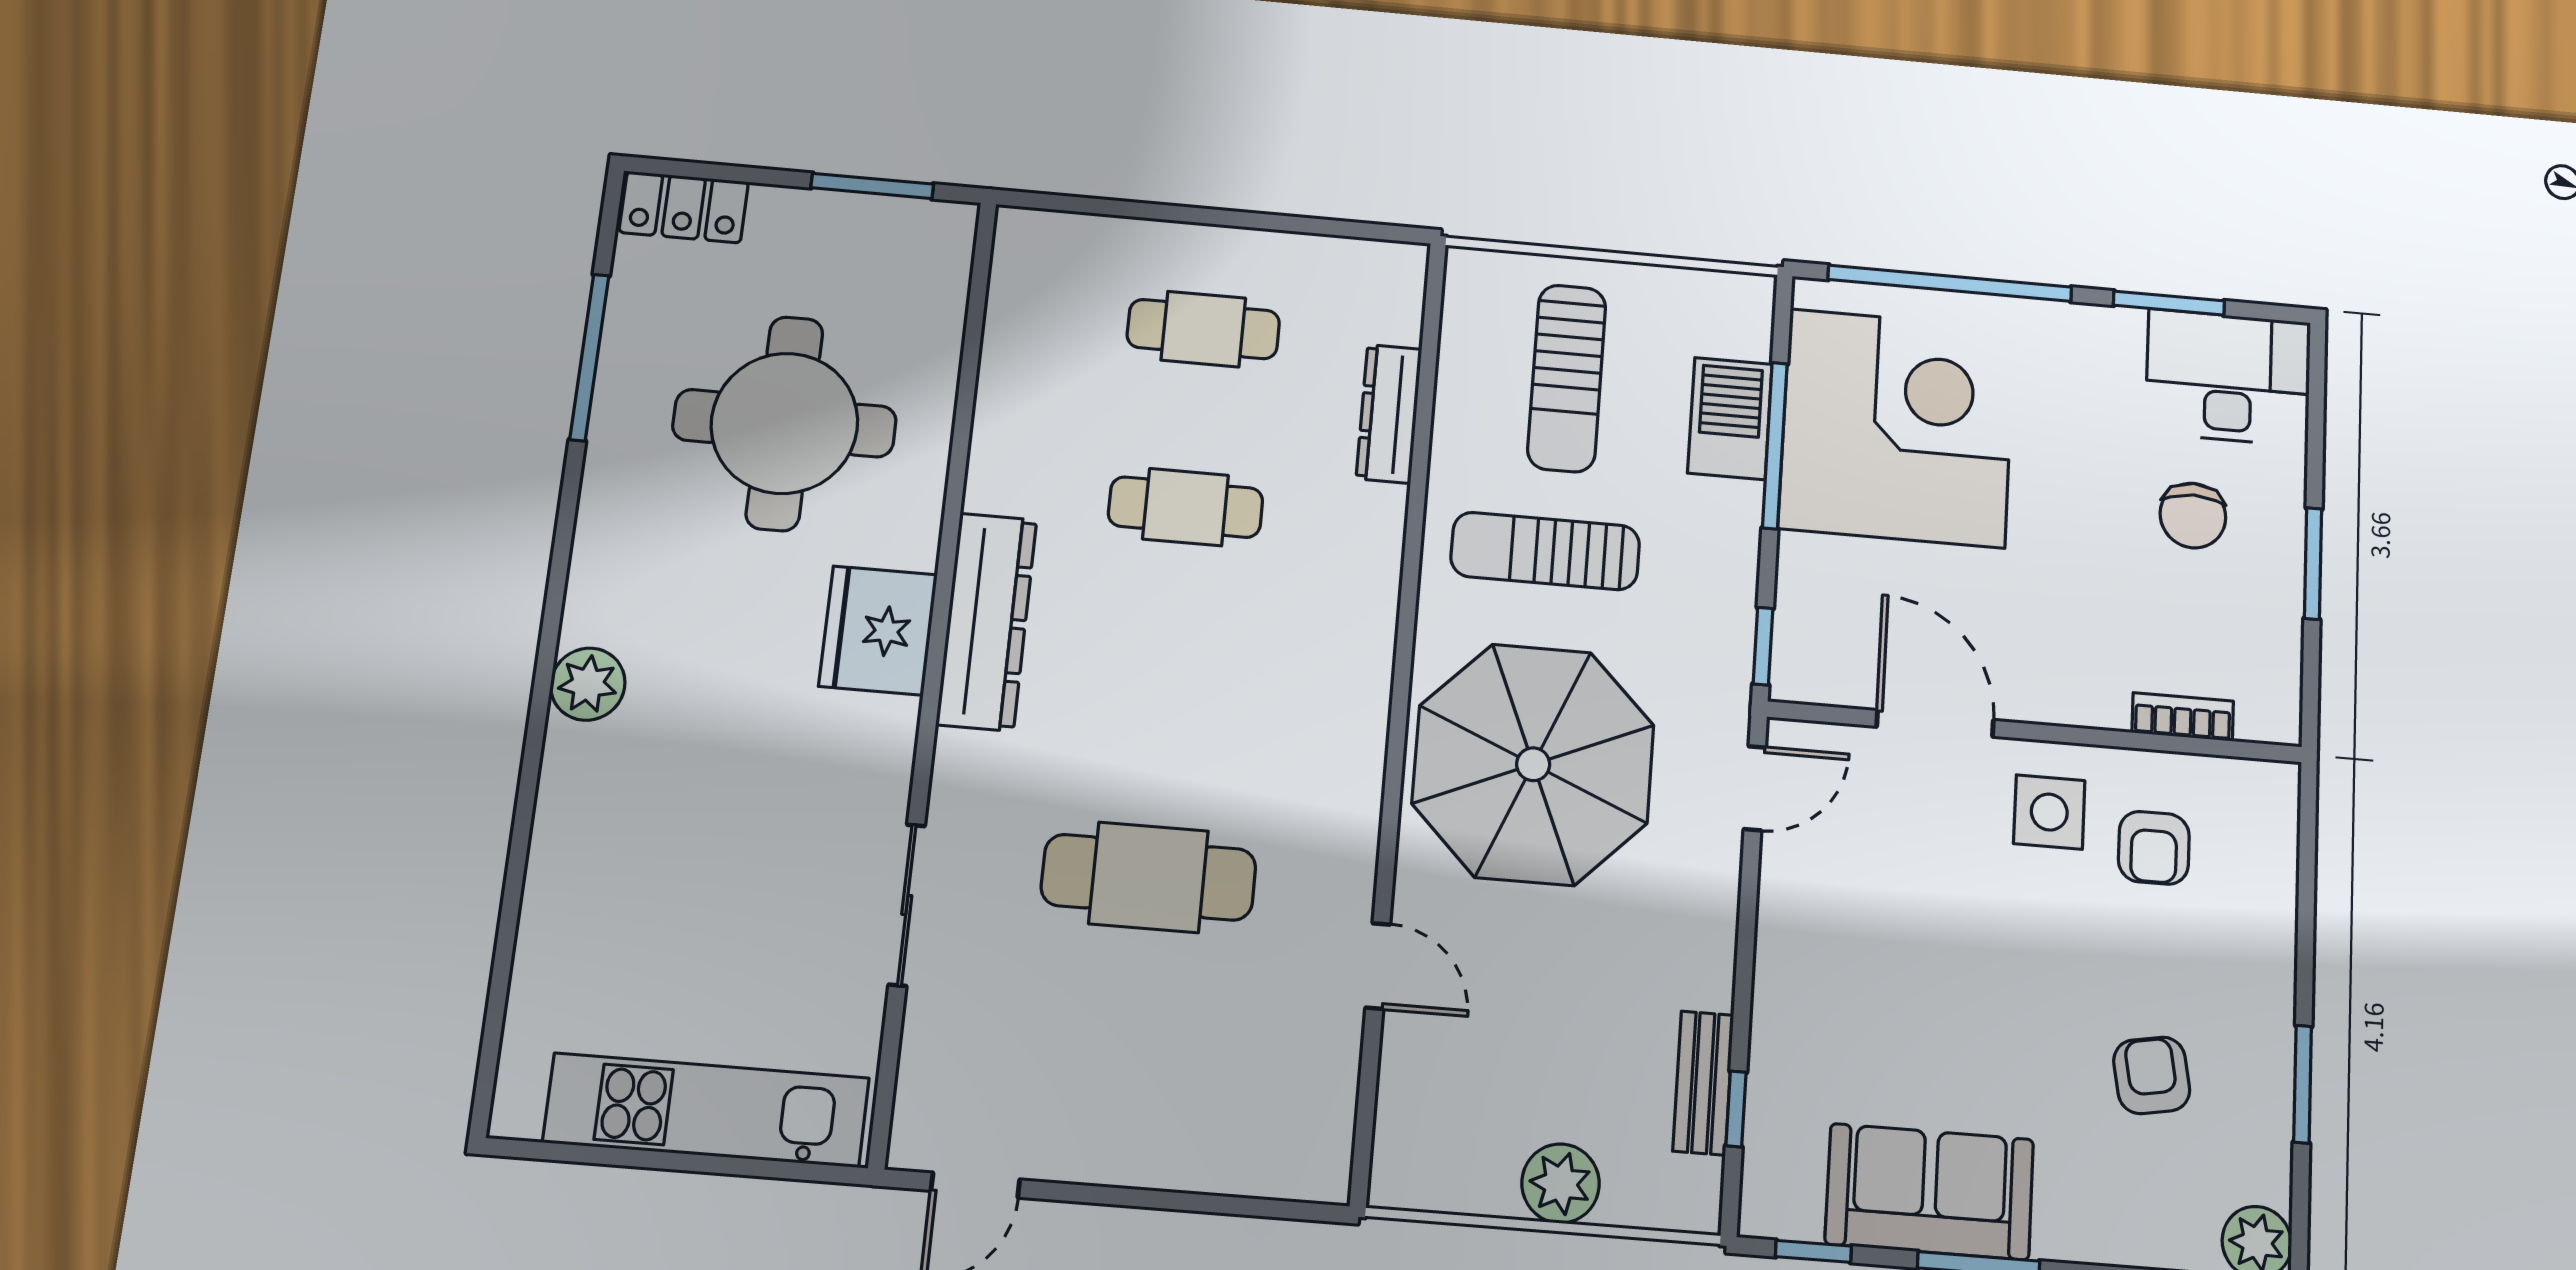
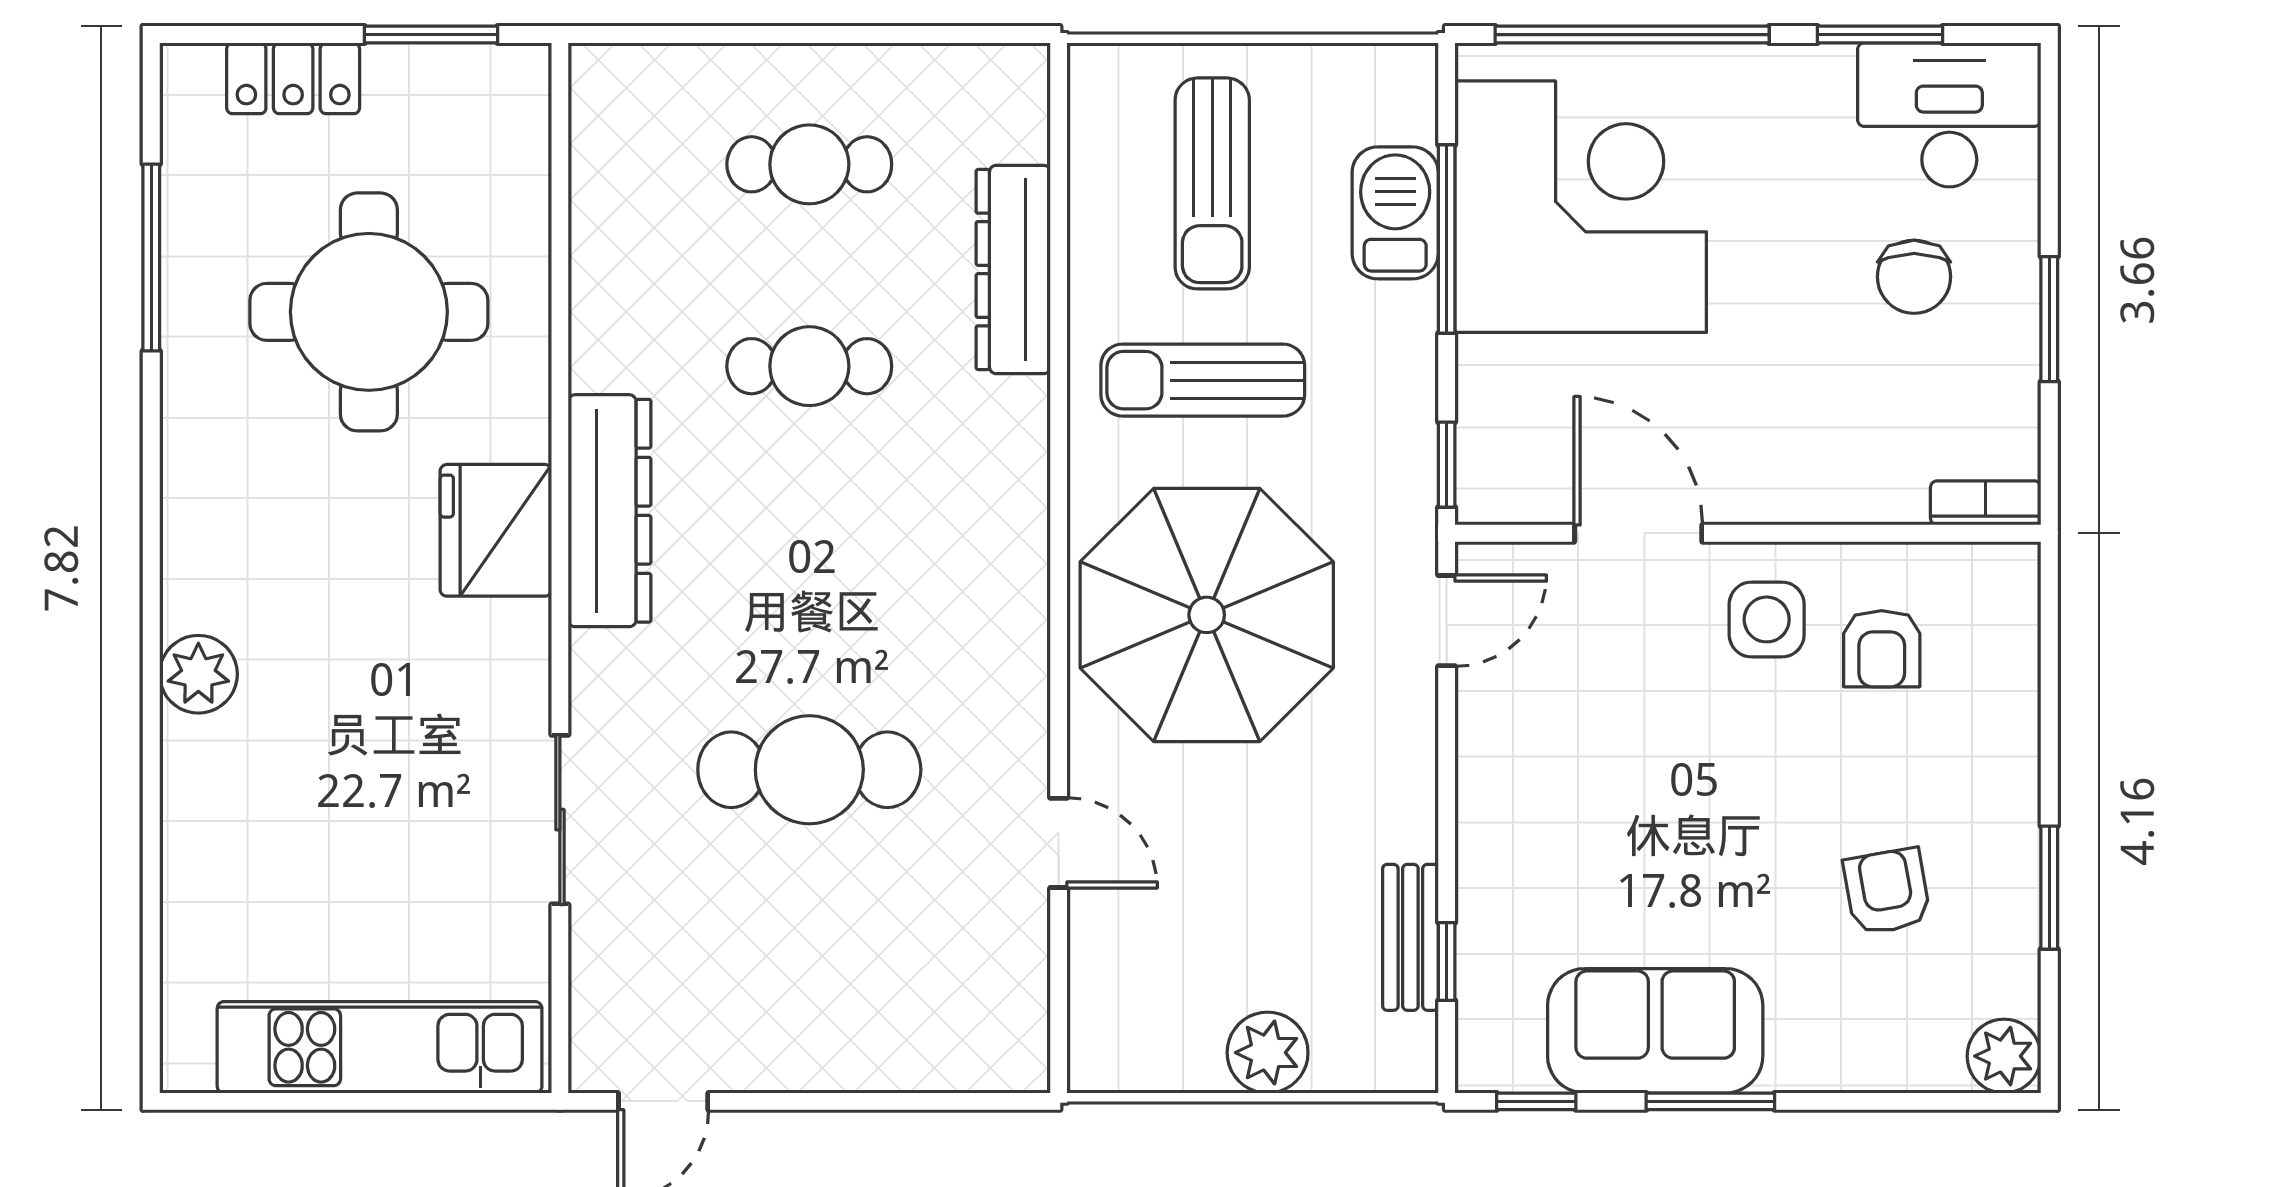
locker: (684, 207) -> (293, 78), moved
dresser: (1389, 414) -> (1013, 270), width x1.37, depth x1.24
plant: (588, 684) -> (198, 674), moved
bookcase: (2183, 717) -> (1986, 503), moved

